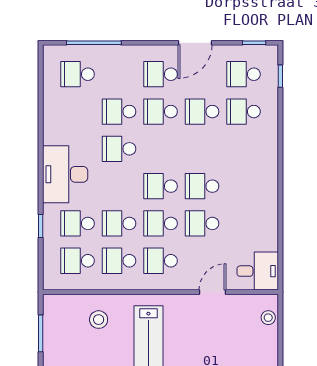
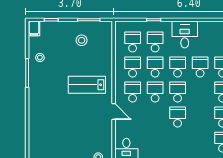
desk: (65, 174) -> (185, 34), width x0.73
school desk: (202, 223) -> (178, 67), moved
door: (213, 292) -> (114, 112), moved
stool: (99, 320) -> (82, 40), moved

